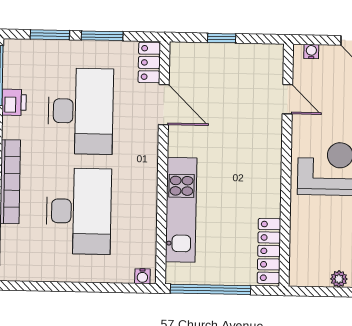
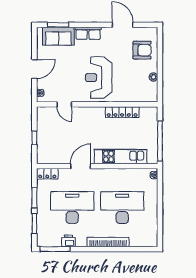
door: (287, 99) -> (64, 104), swing flipped
door: (164, 105) -> (81, 166), moved
locker: (269, 251) -> (122, 112), moved

